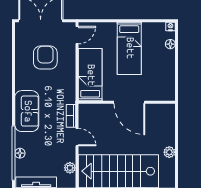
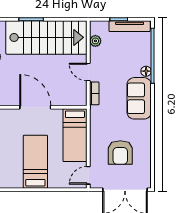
floor lamp: (20, 153) -> (146, 71), moved

